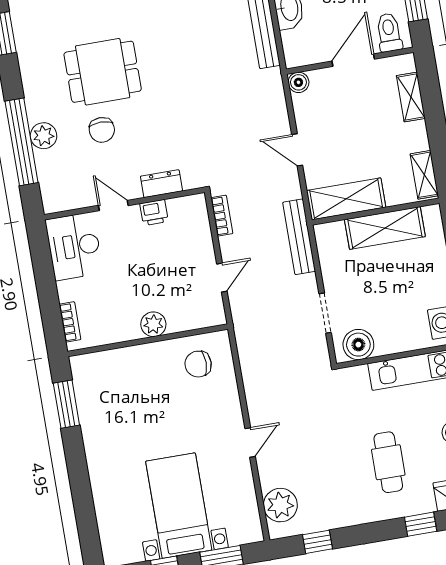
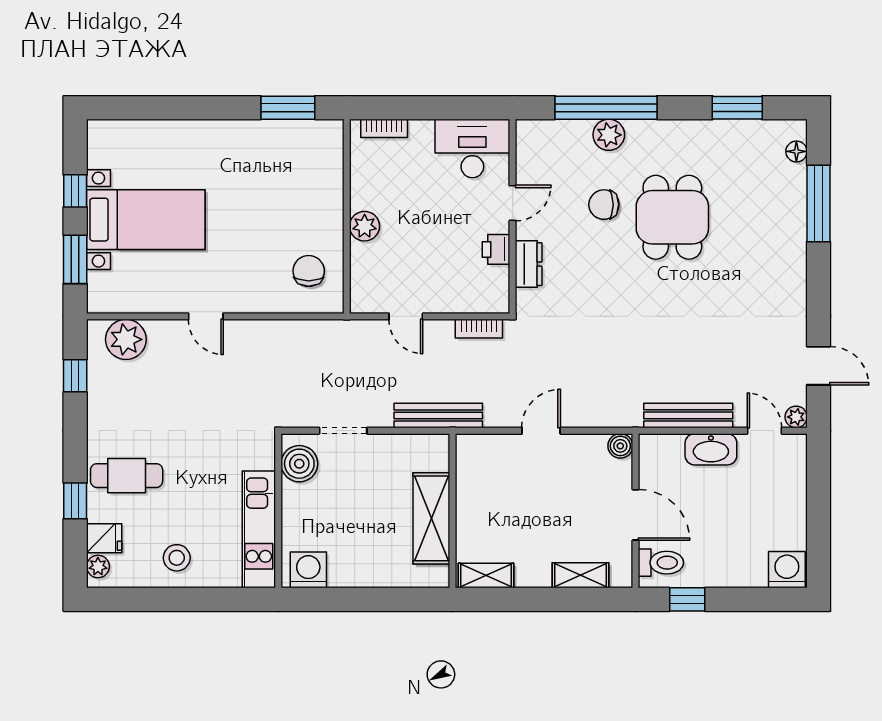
shelving: (346, 199) -> (473, 479), removed
cafe table: (388, 462) -> (127, 476), moved

